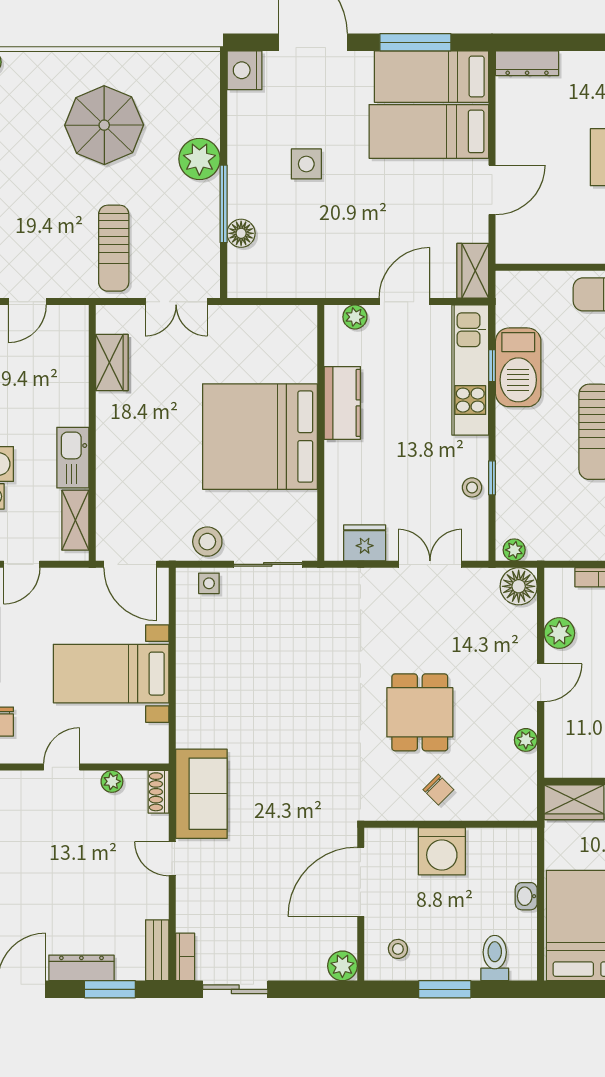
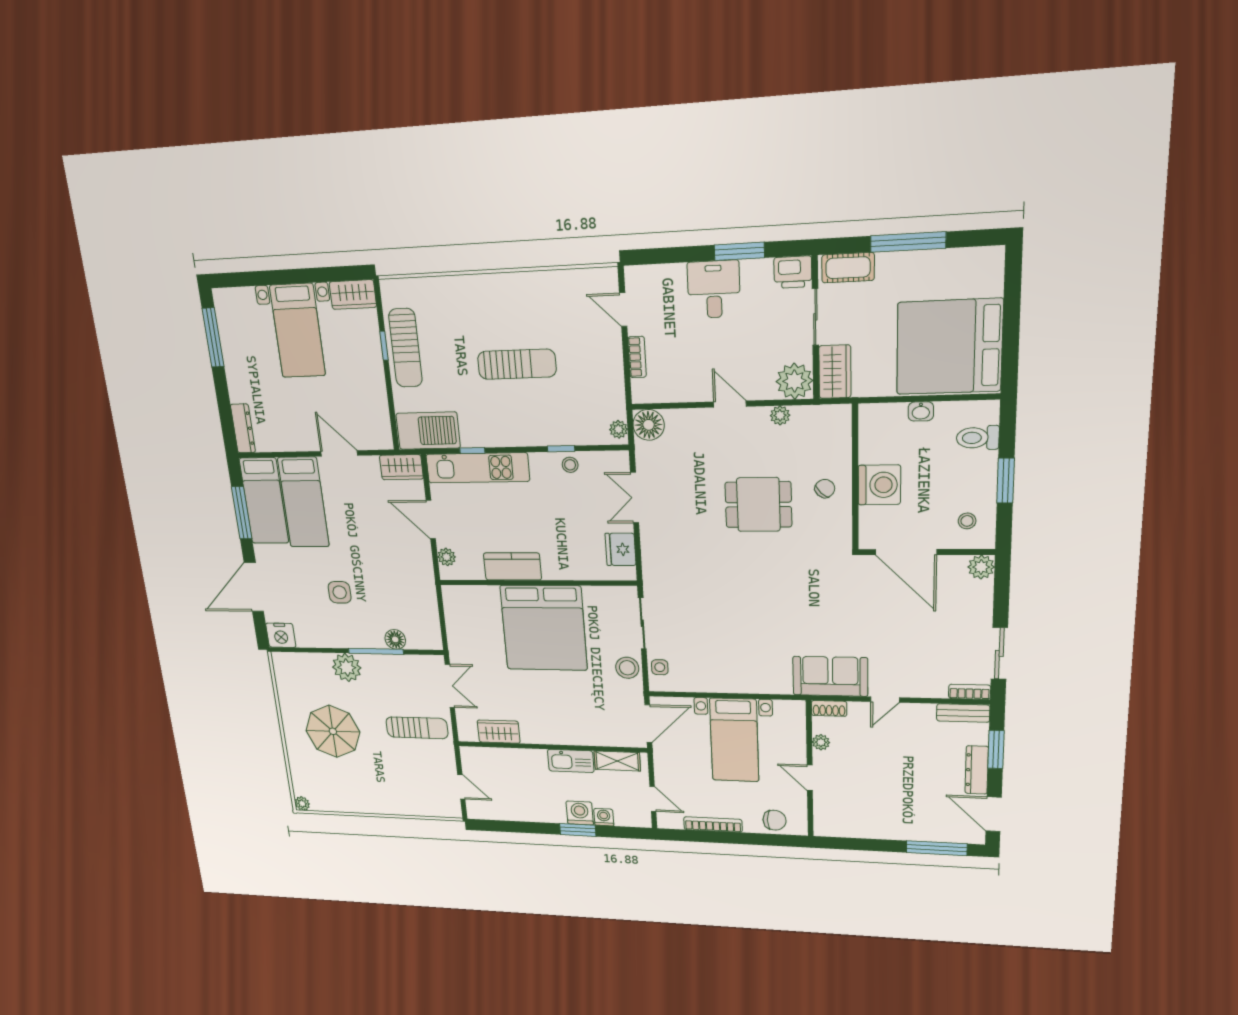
barbecue: (518, 367) -> (428, 431), moved
plant: (559, 633) -> (794, 381), moved, width x1.36, depth x1.36

